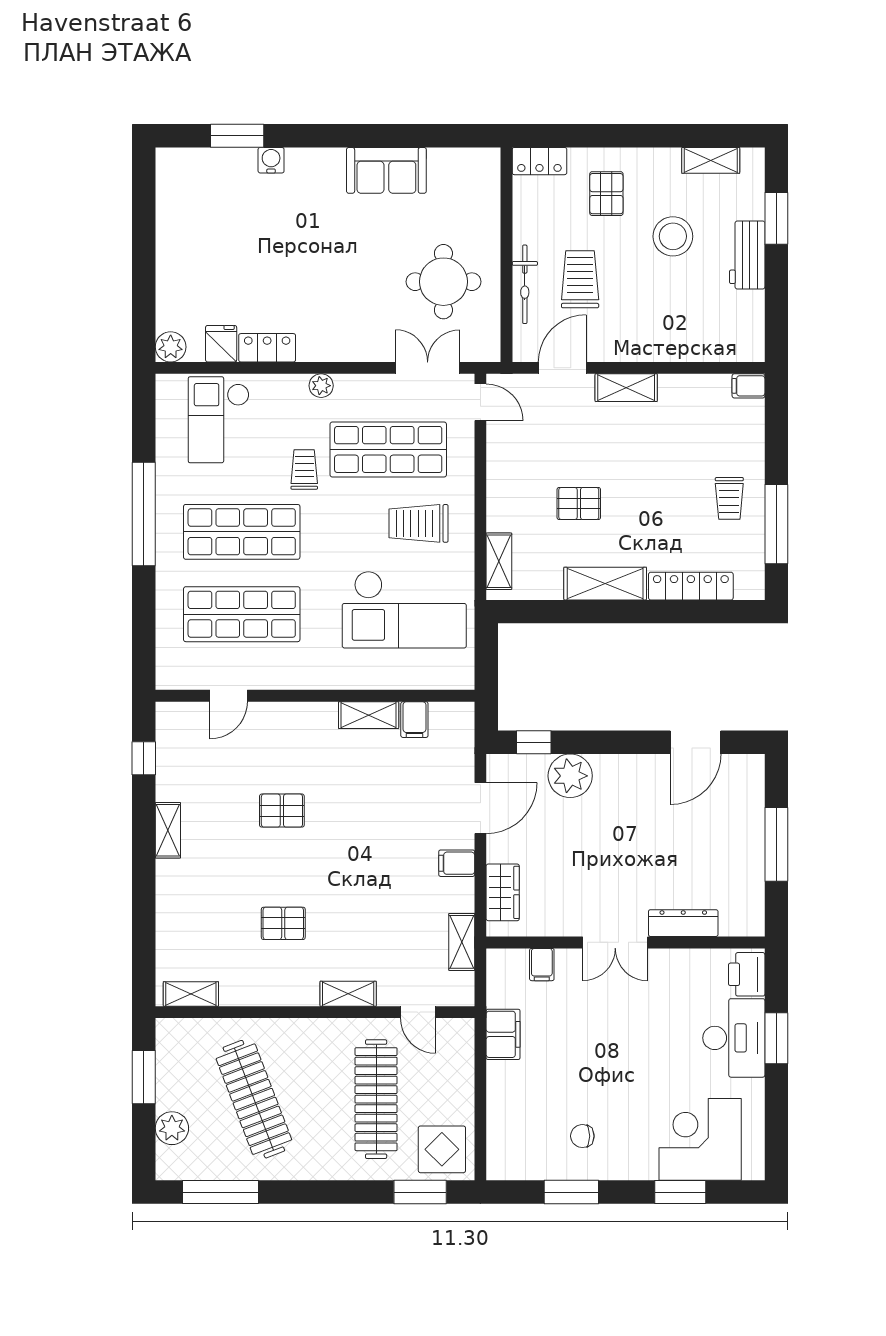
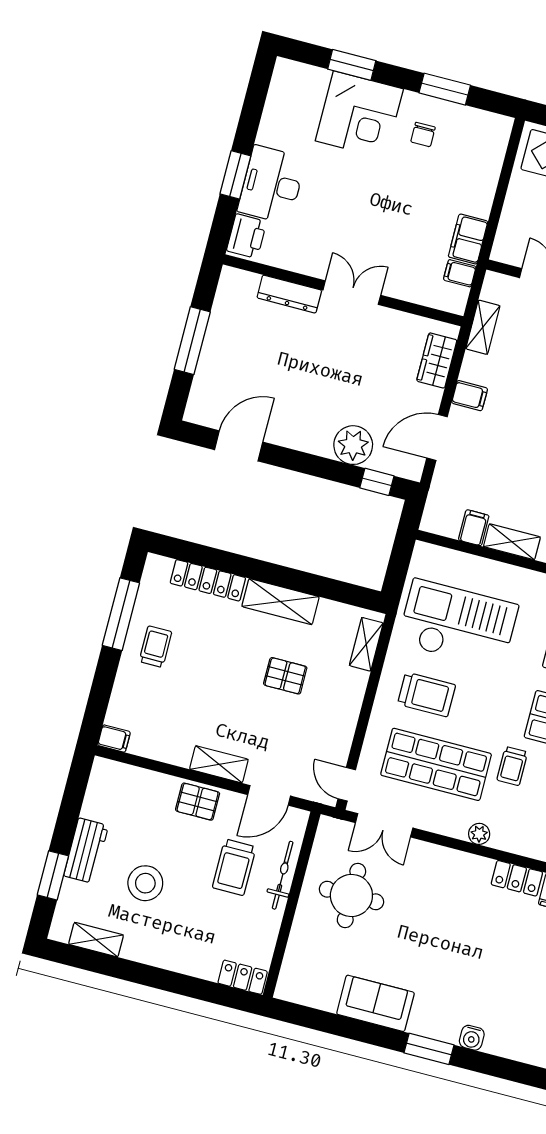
window: (237, 136) -> (429, 1049), moved
pallet: (606, 194) -> (198, 802), moved, turned 90
filing cabinet: (542, 965) -> (460, 273), moved, turned -90
chair: (582, 1136) -> (423, 135), turned 90
corner desk: (700, 1139) -> (359, 115), moved

